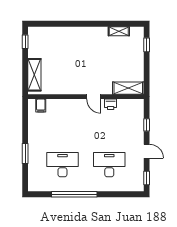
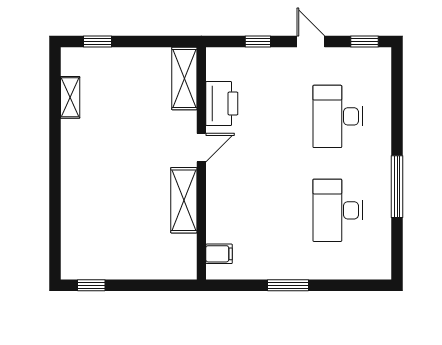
shelving: (34, 75) -> (184, 200), moved, turned 90
printer: (111, 104) -> (222, 104), width x1.87, depth x1.48
door: (147, 151) -> (311, 42), hinge flipped
window: (25, 153) -> (288, 285), moved
window: (74, 194) -> (397, 187), width x0.68

